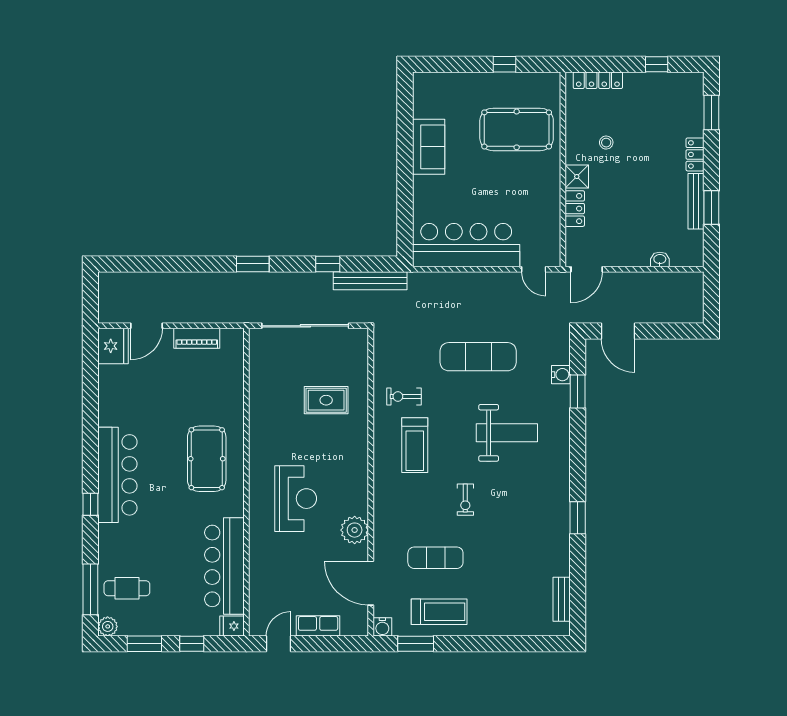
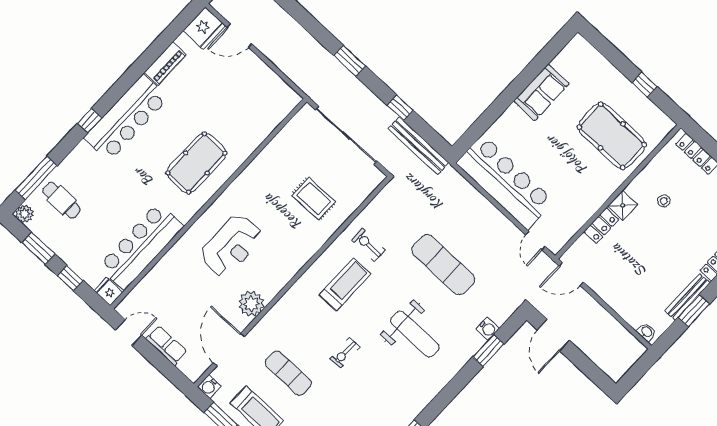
washbasin: (660, 260) -> (646, 332), moved
piano: (197, 338) -> (165, 64), moved, turned -90
treadmill: (415, 445) -> (345, 284), turned 180

